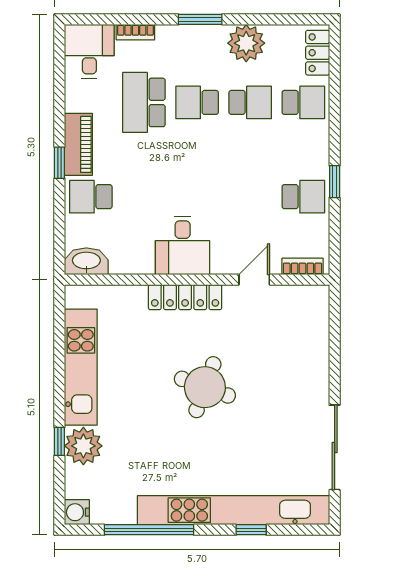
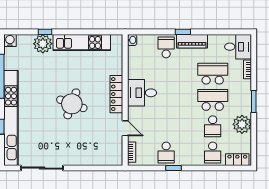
school desk: (197, 102) -> (213, 100), width x1.85
washbasin: (86, 261) -> (132, 40), width x0.52, depth x0.69

